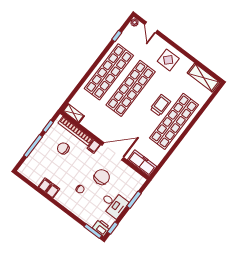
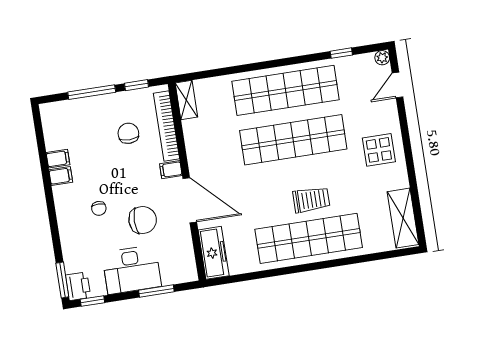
desk: (114, 204) -> (132, 270), width x1.37

